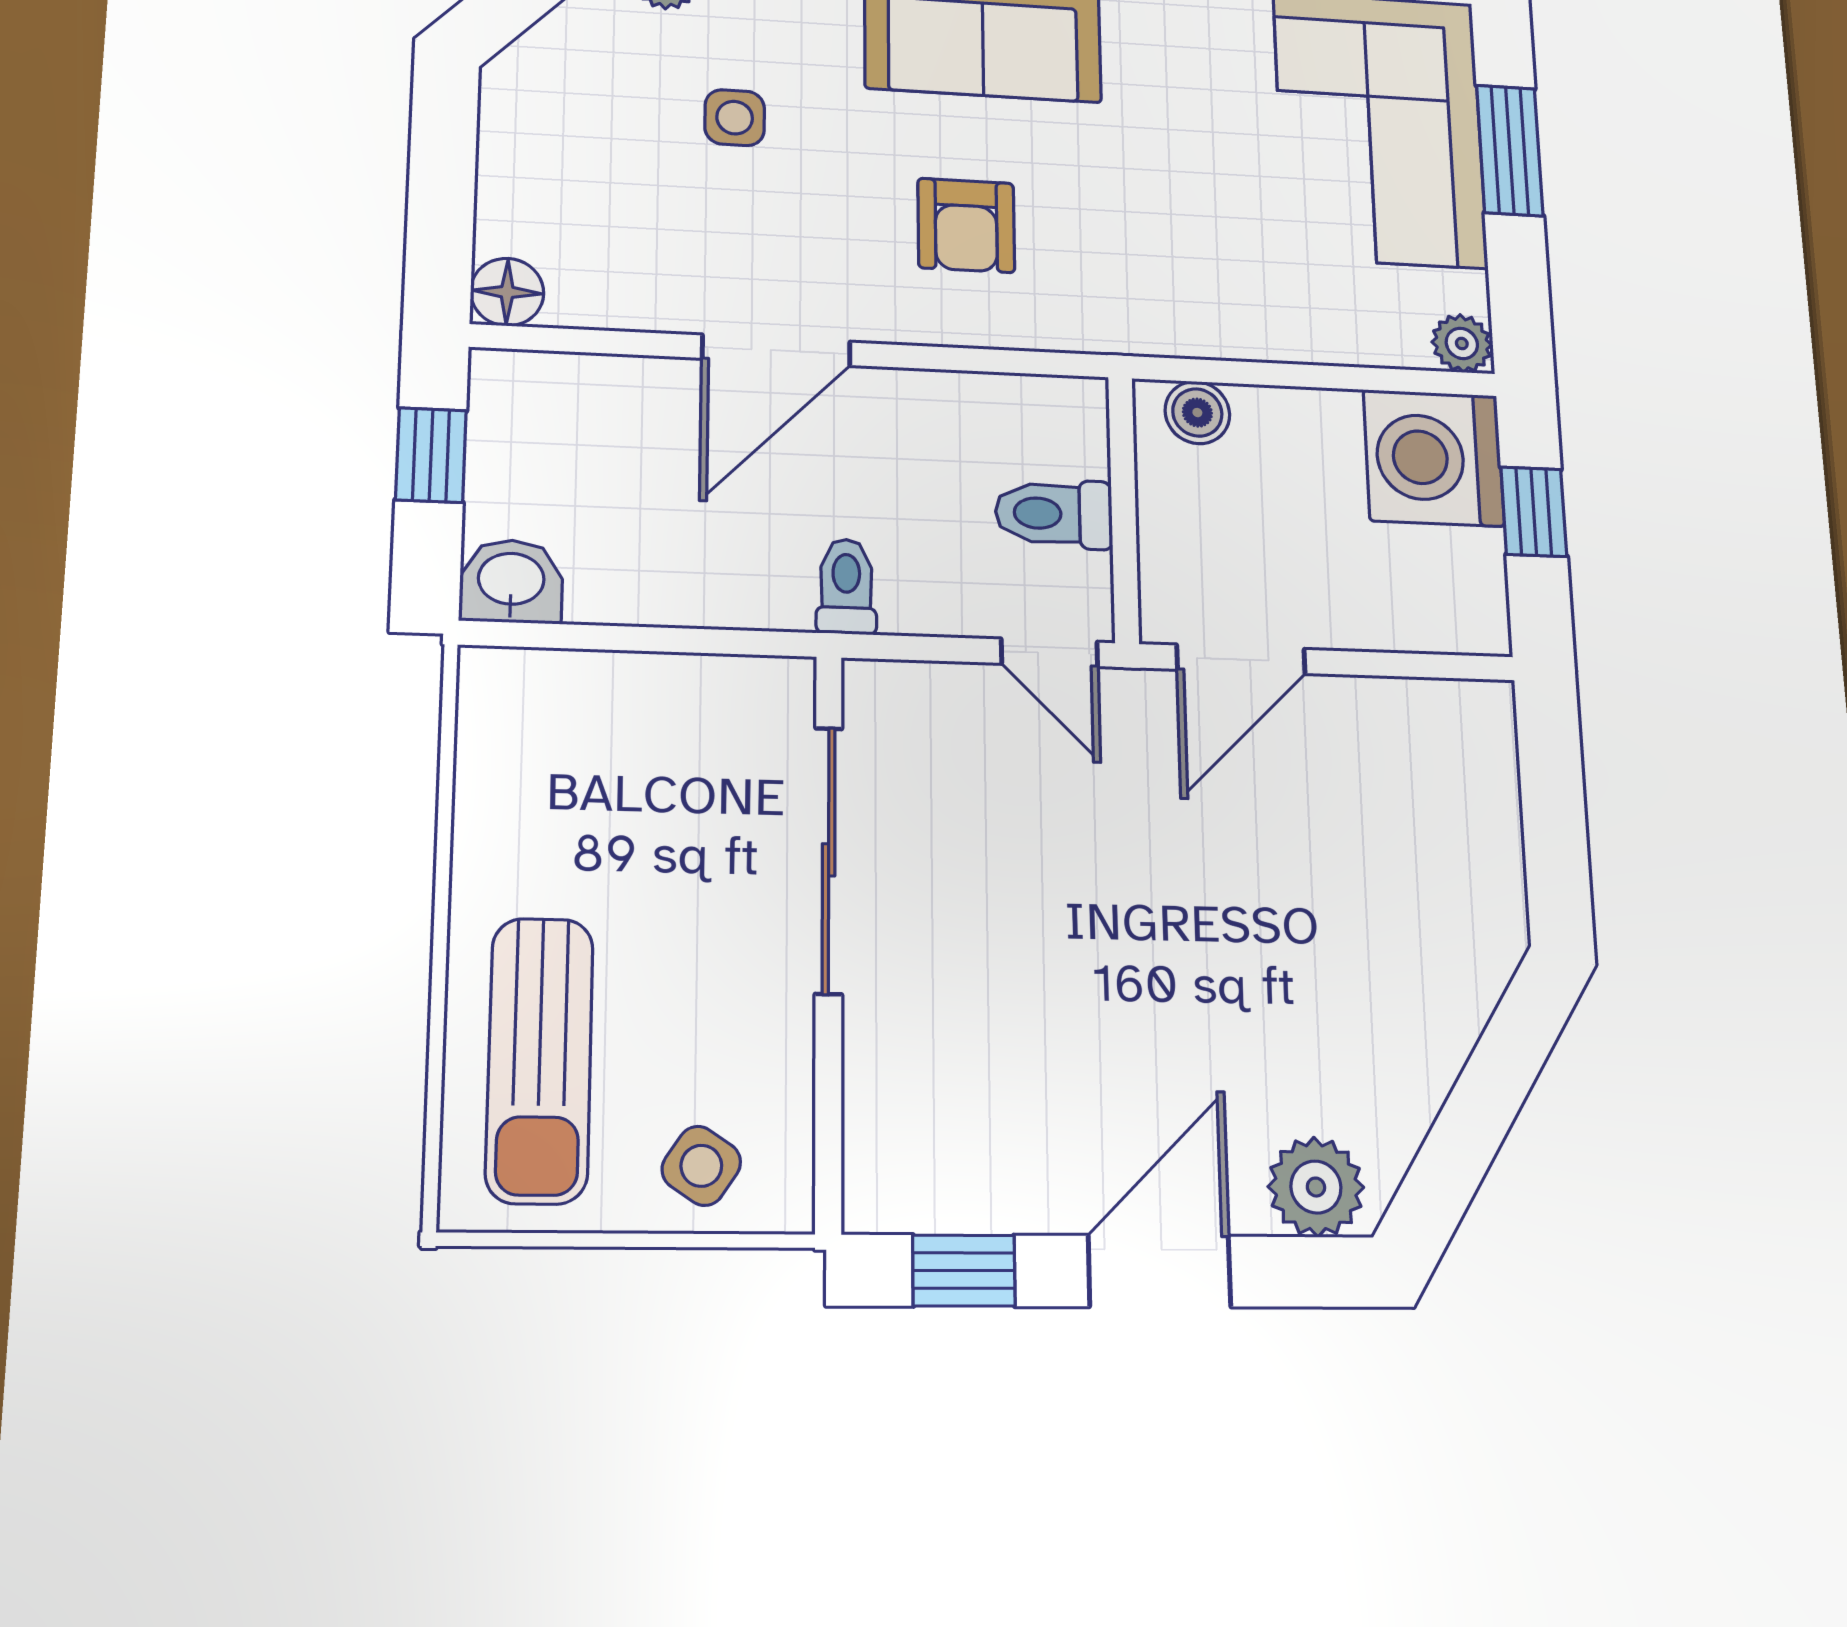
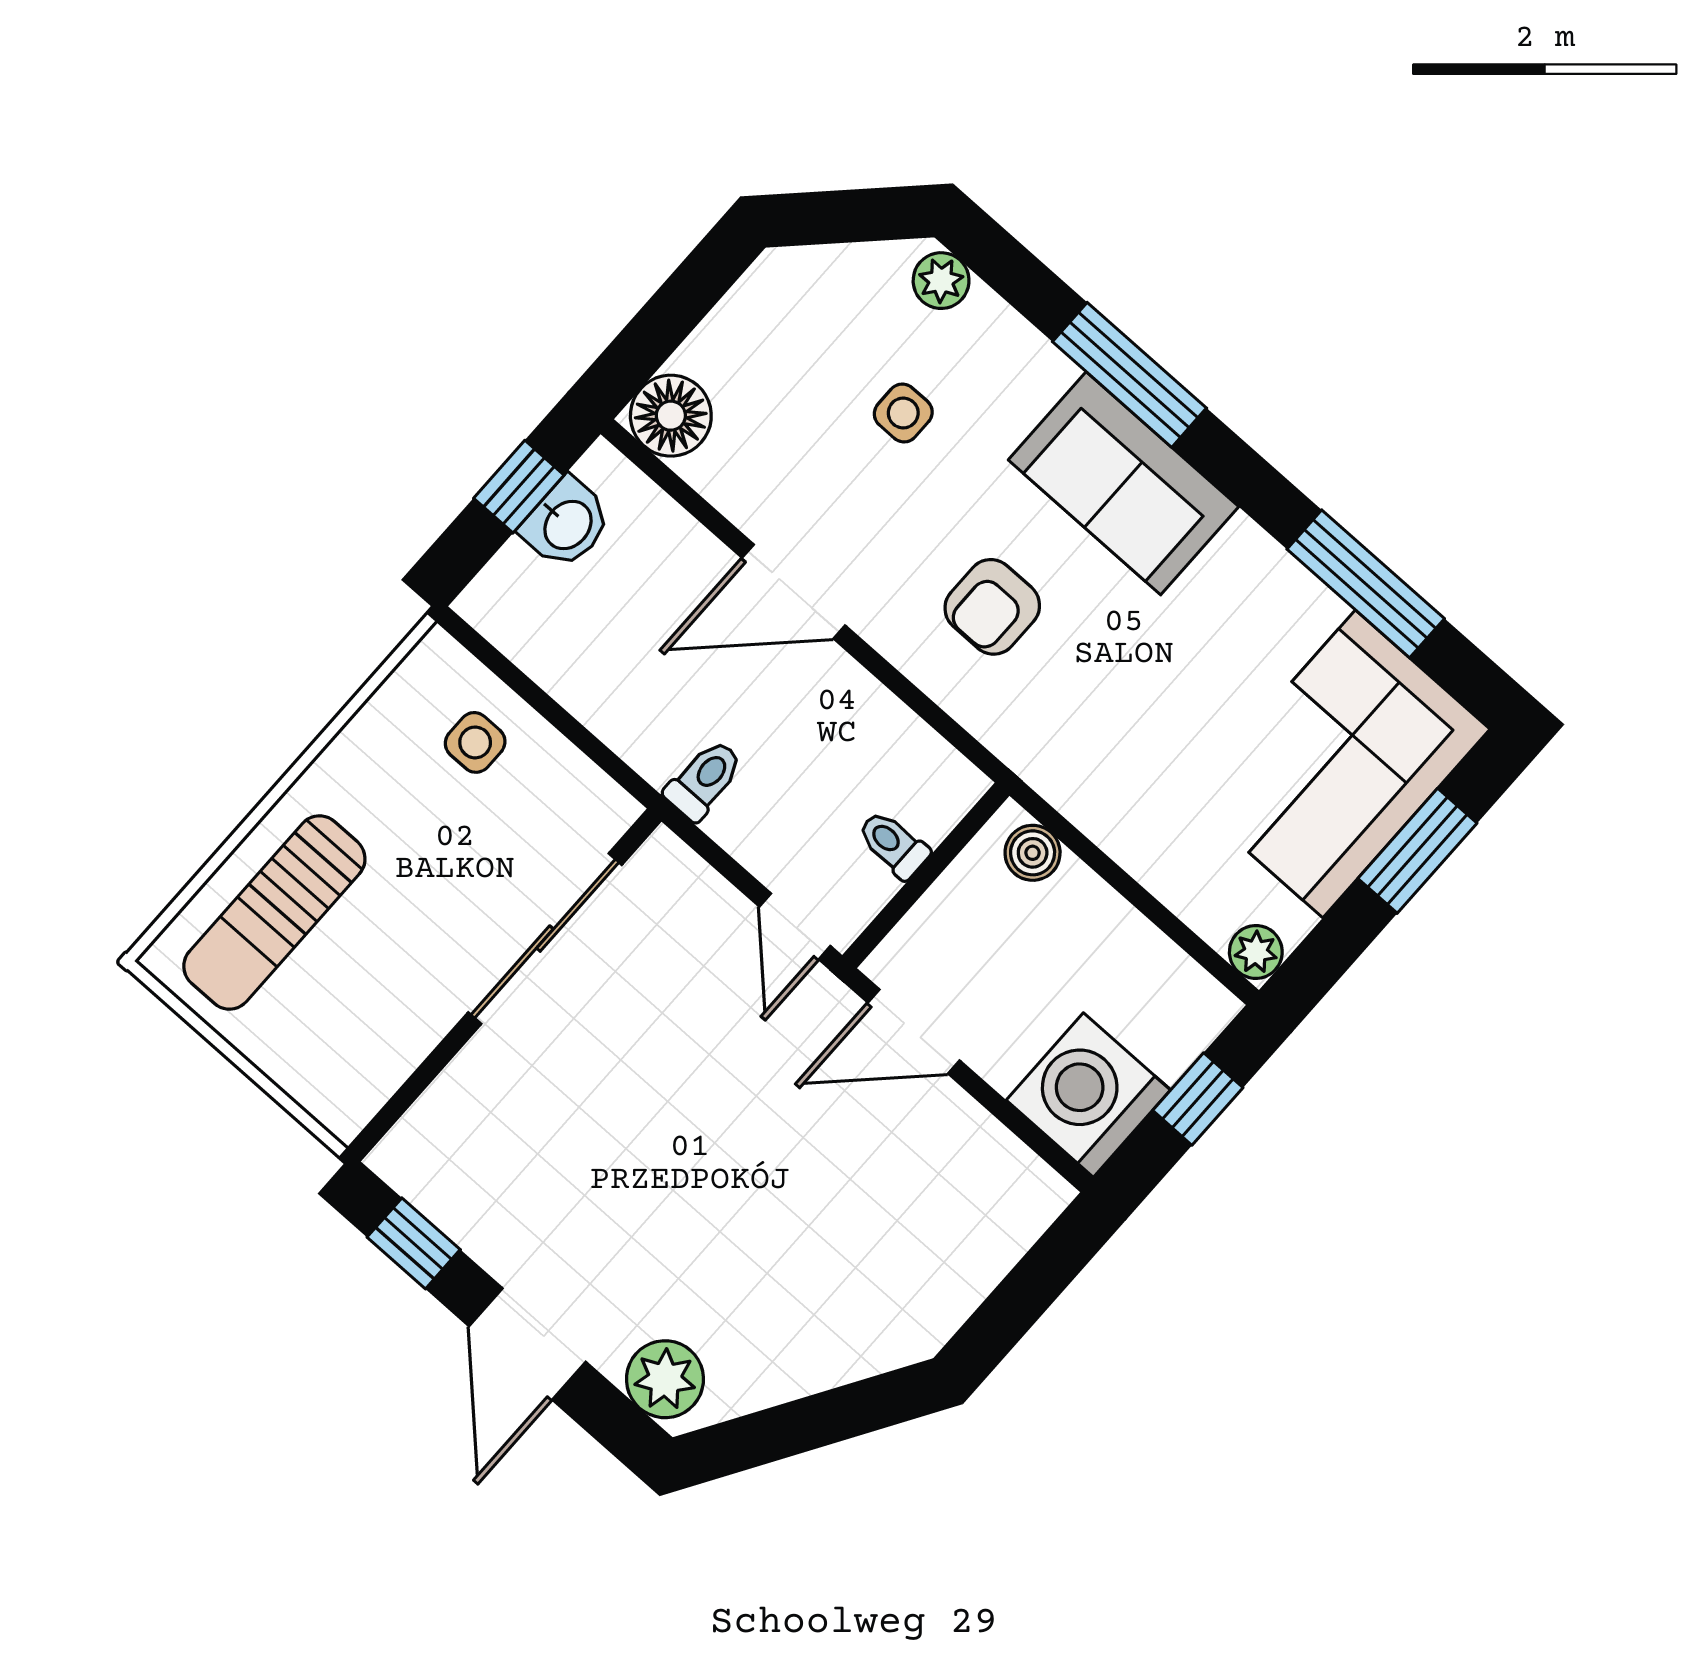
floor lamp: (507, 292) -> (671, 416), width x1.38, depth x1.38
washing machine: (1434, 458) -> (1088, 1095), moved
toilet: (1054, 514) -> (893, 844), width x0.73, depth x0.72
washbasin: (511, 581) -> (566, 524), moved, turned 90
side table: (701, 1166) -> (475, 742), moved, turned -34
door: (1160, 1271) -> (527, 1344), swing flipped

